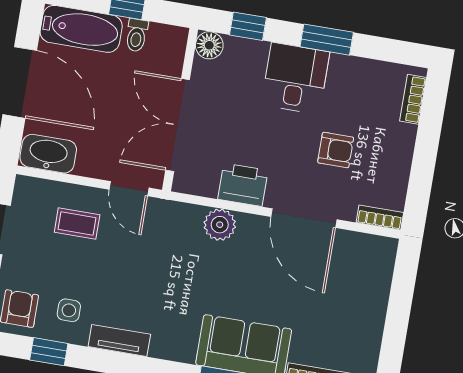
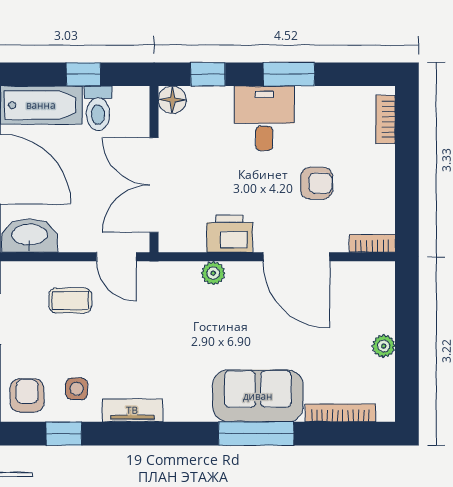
toilet: (137, 35) -> (98, 108), width x1.37, depth x1.39
plant: (220, 225) -> (213, 273), width x0.73, depth x0.73
plant: (374, 319) -> (384, 346), added

